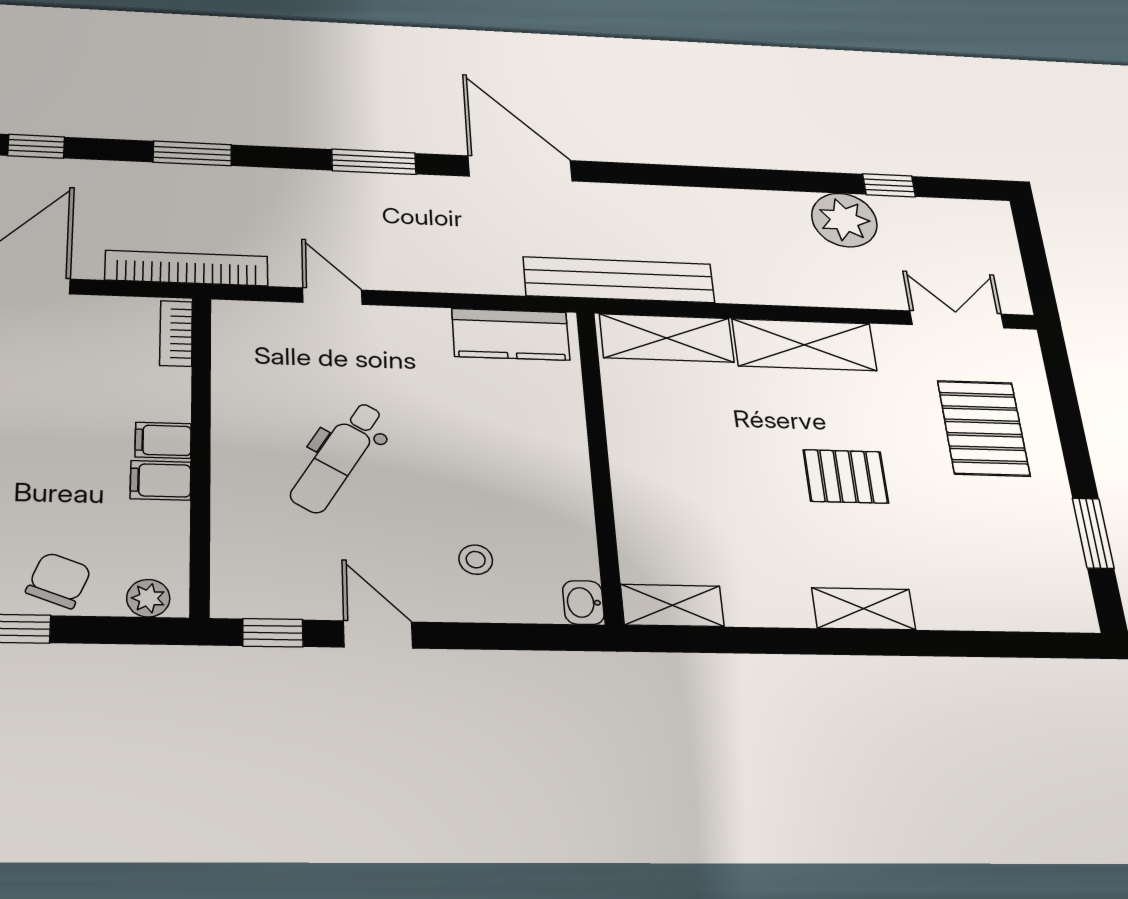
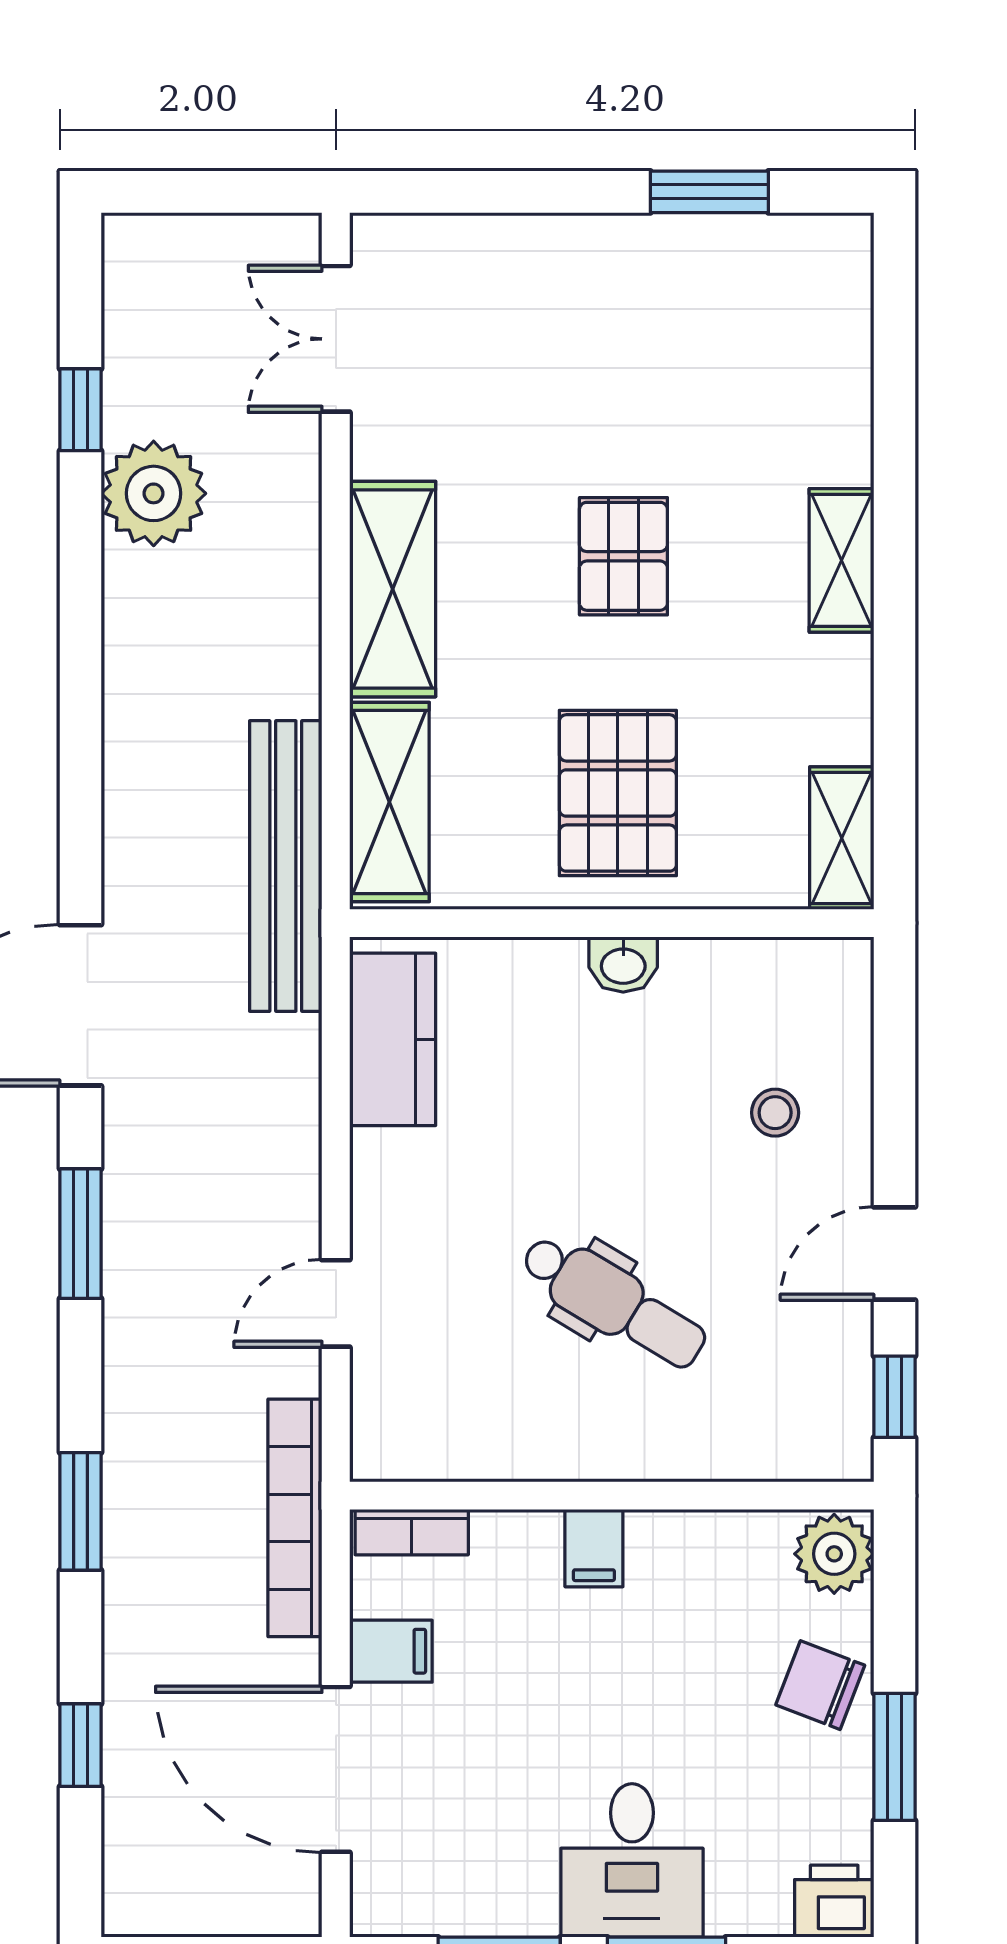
pallet: (983, 428) -> (618, 793), moved, turned 90
filing cabinet: (161, 480) -> (391, 1651), moved, turned -90
plant: (148, 598) -> (834, 1554), width x1.38, depth x1.38
washbasin: (583, 602) -> (623, 965), moved

